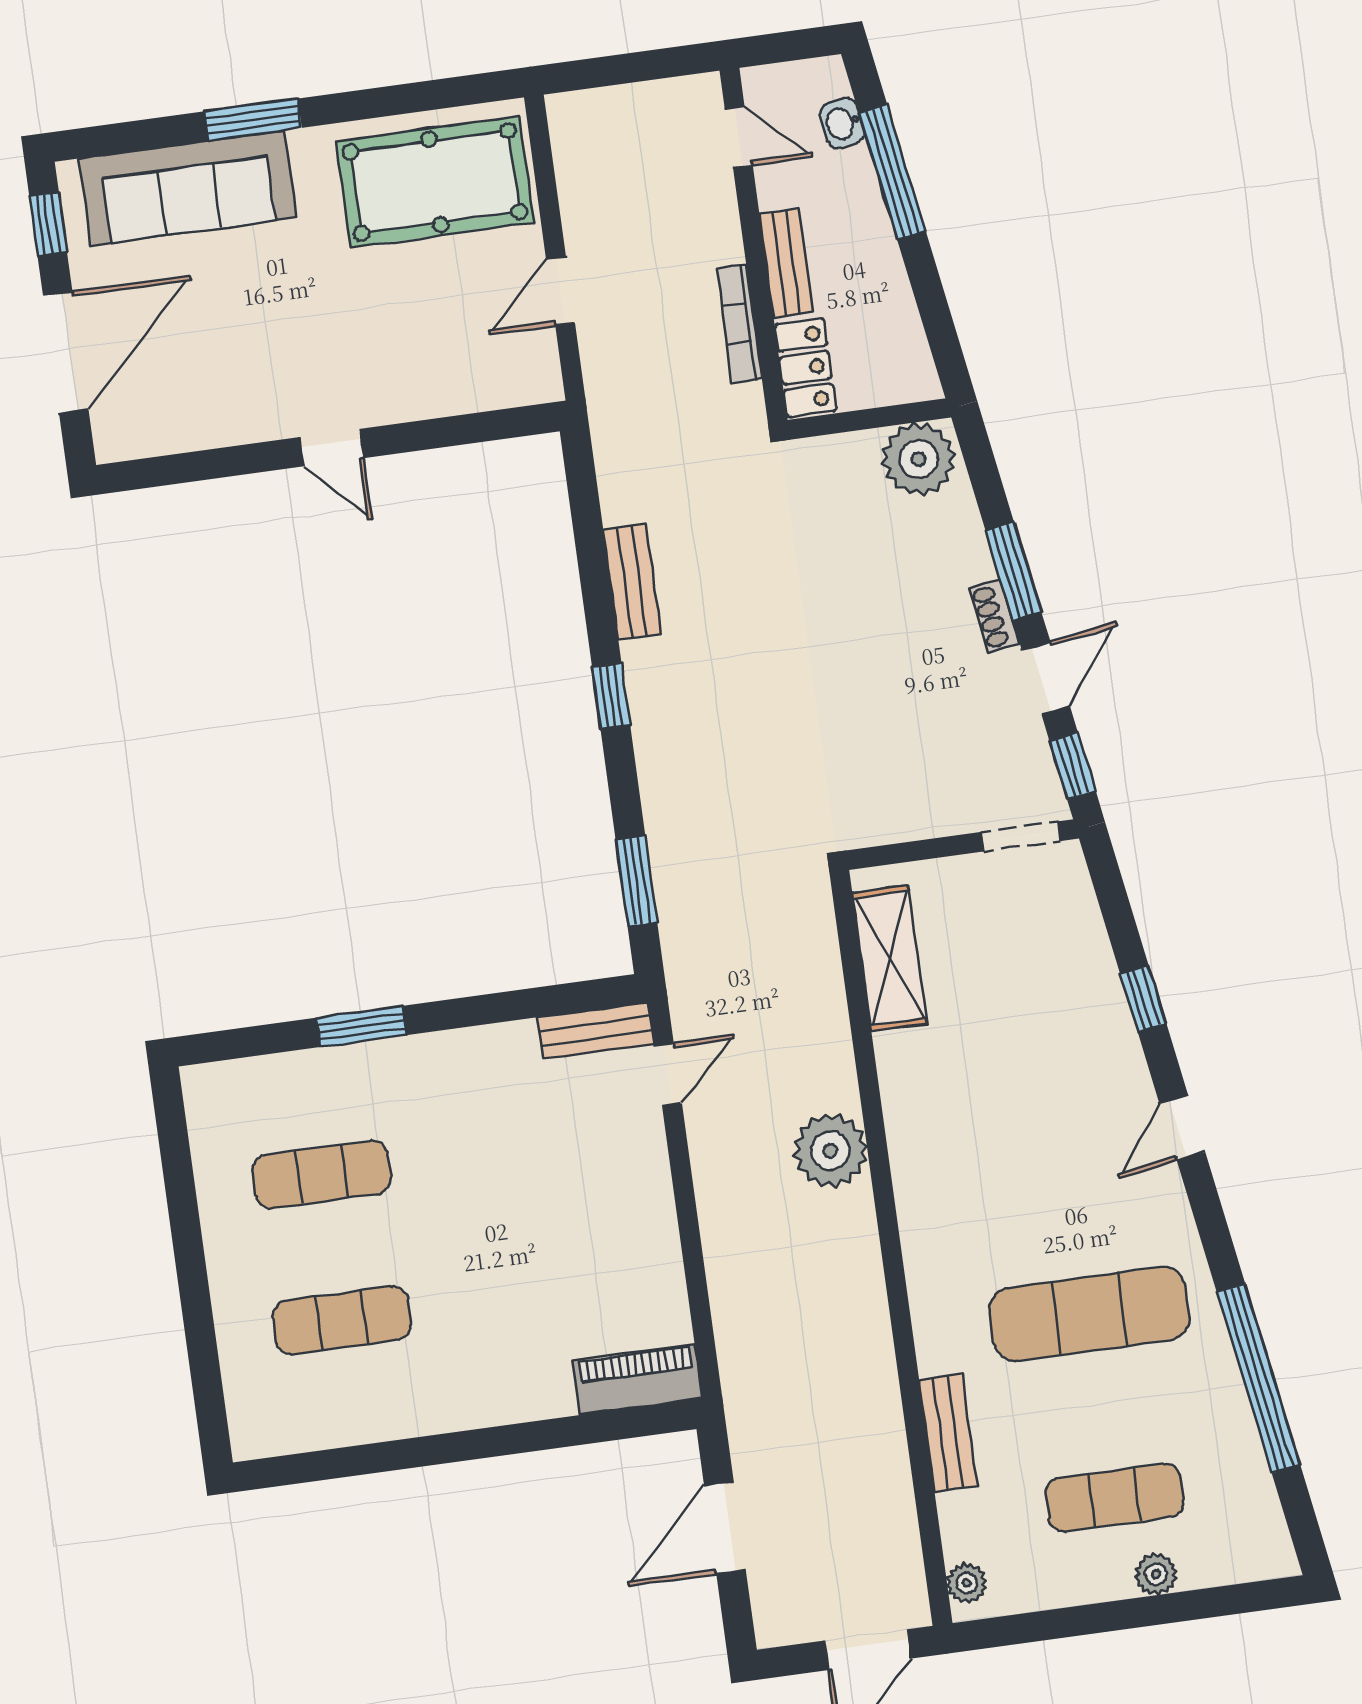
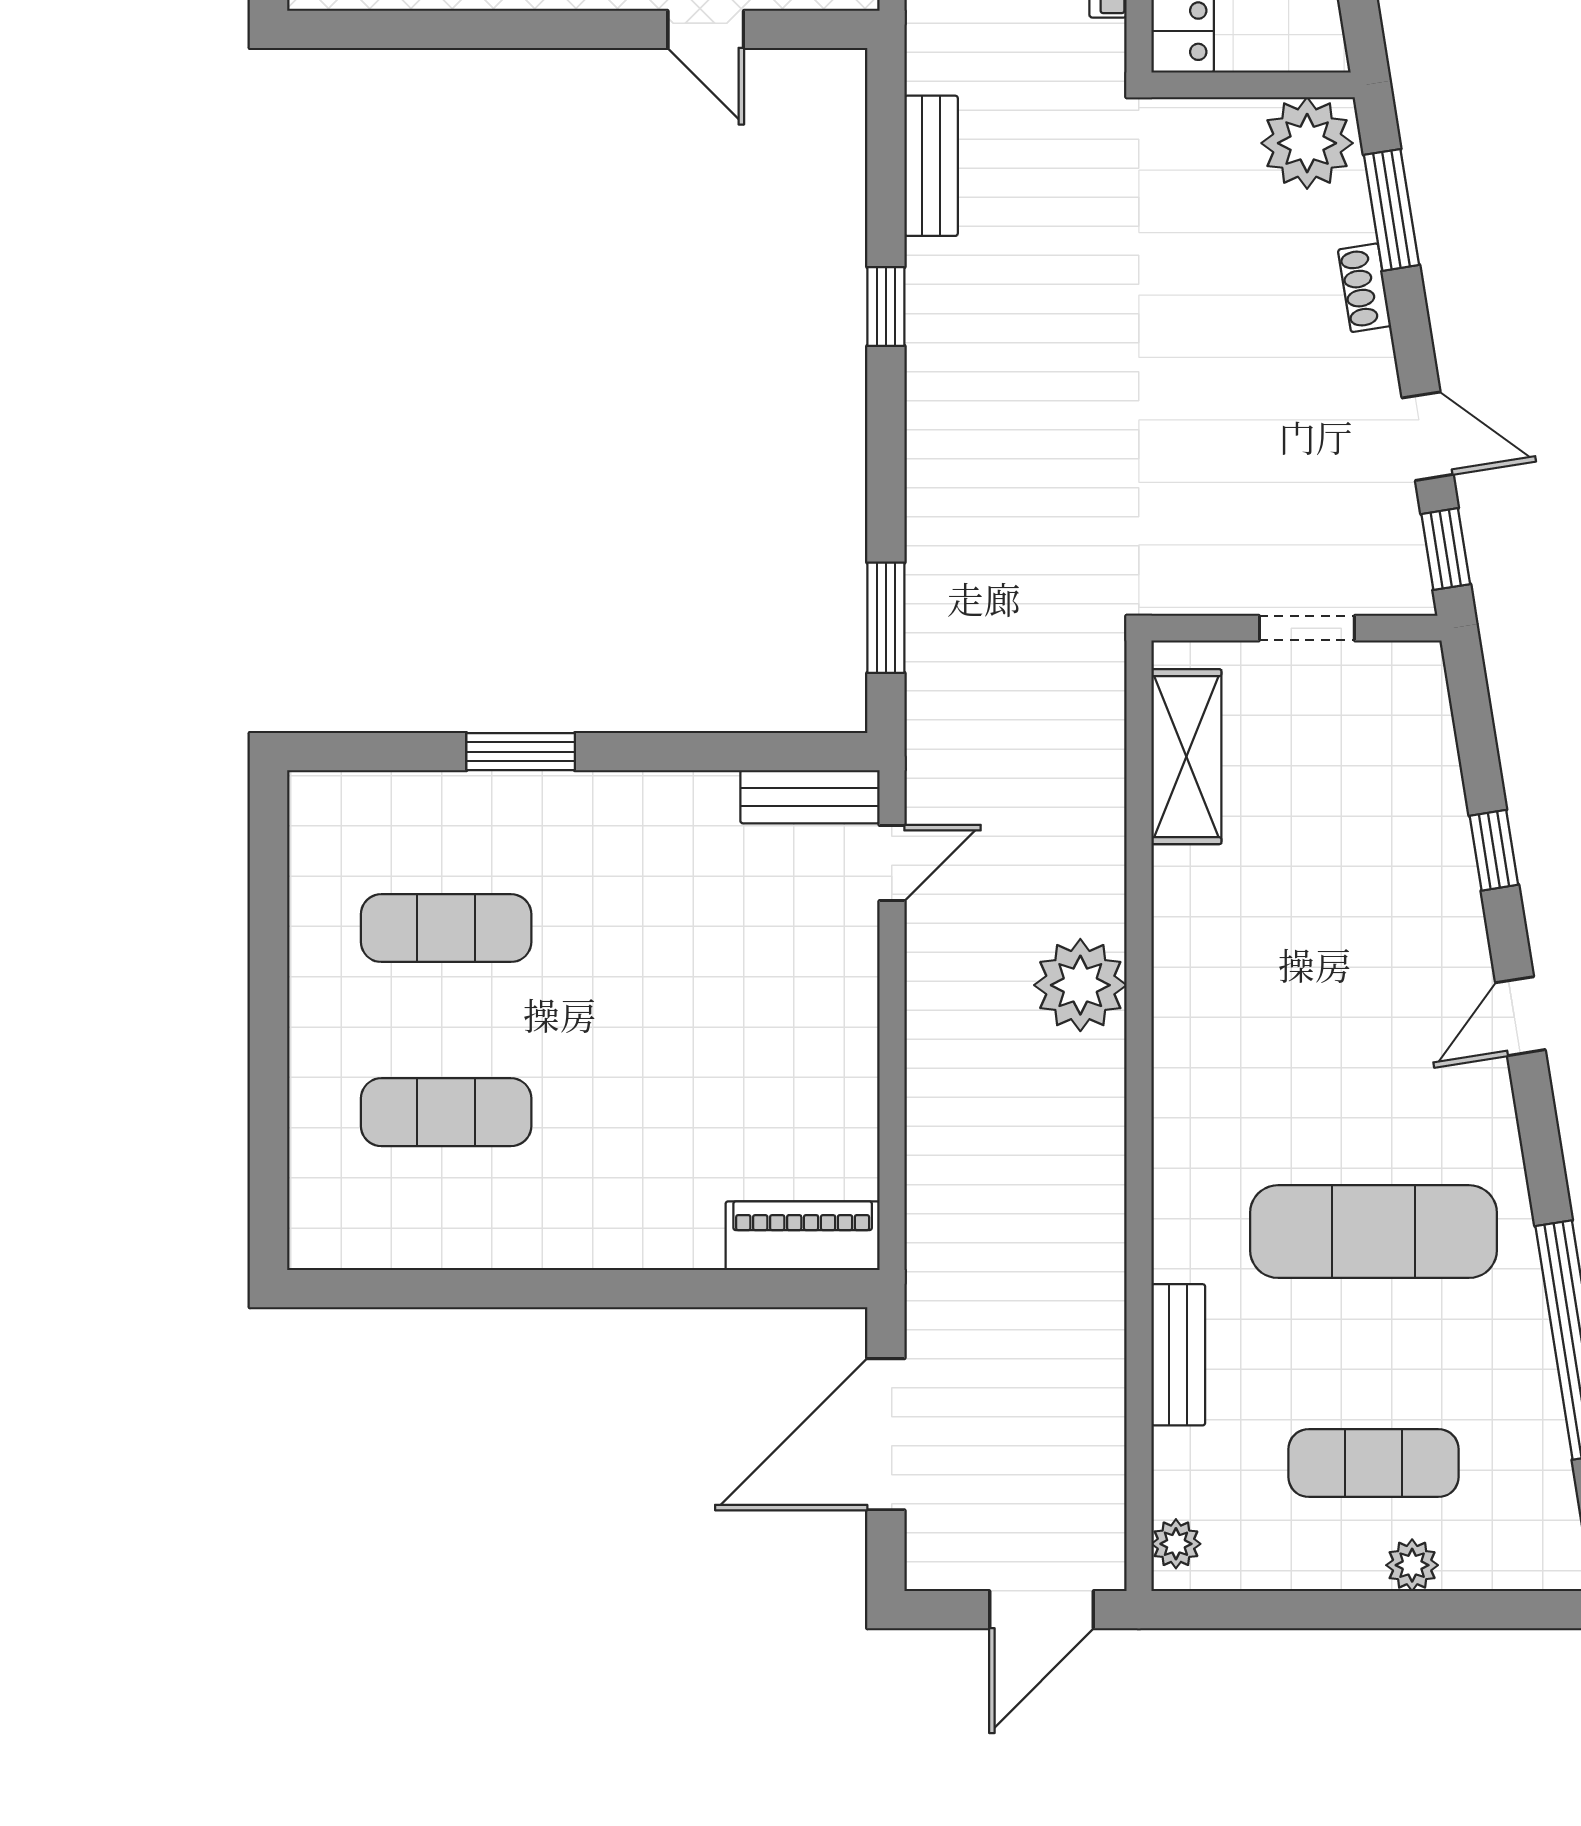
door: (332, 448) -> (706, 29), moved
window: (1013, 571) -> (1391, 210), moved
bench: (632, 582) -> (931, 166), moved
shoe rack: (994, 616) -> (1365, 288), moved
door: (1046, 678) -> (1428, 436), hinge flipped
window: (611, 696) -> (886, 307), moved
doorway: (1021, 836) -> (1307, 628), moved
door: (725, 1528) -> (886, 1434), width x1.36

